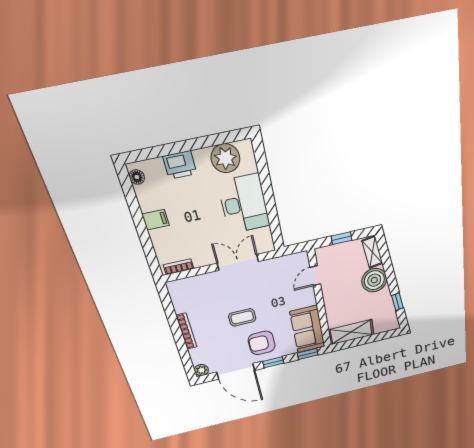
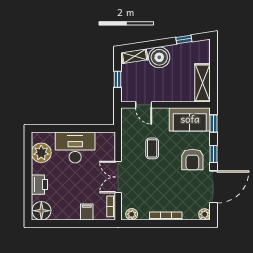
floor lamp: (137, 177) -> (41, 211), width x1.89, depth x1.89
filing cabinet: (156, 220) -> (87, 212), moved
double door: (238, 262) -> (118, 177), moved
plant: (176, 293) -> (132, 214), added
coffee table: (242, 317) -> (152, 148), moved

